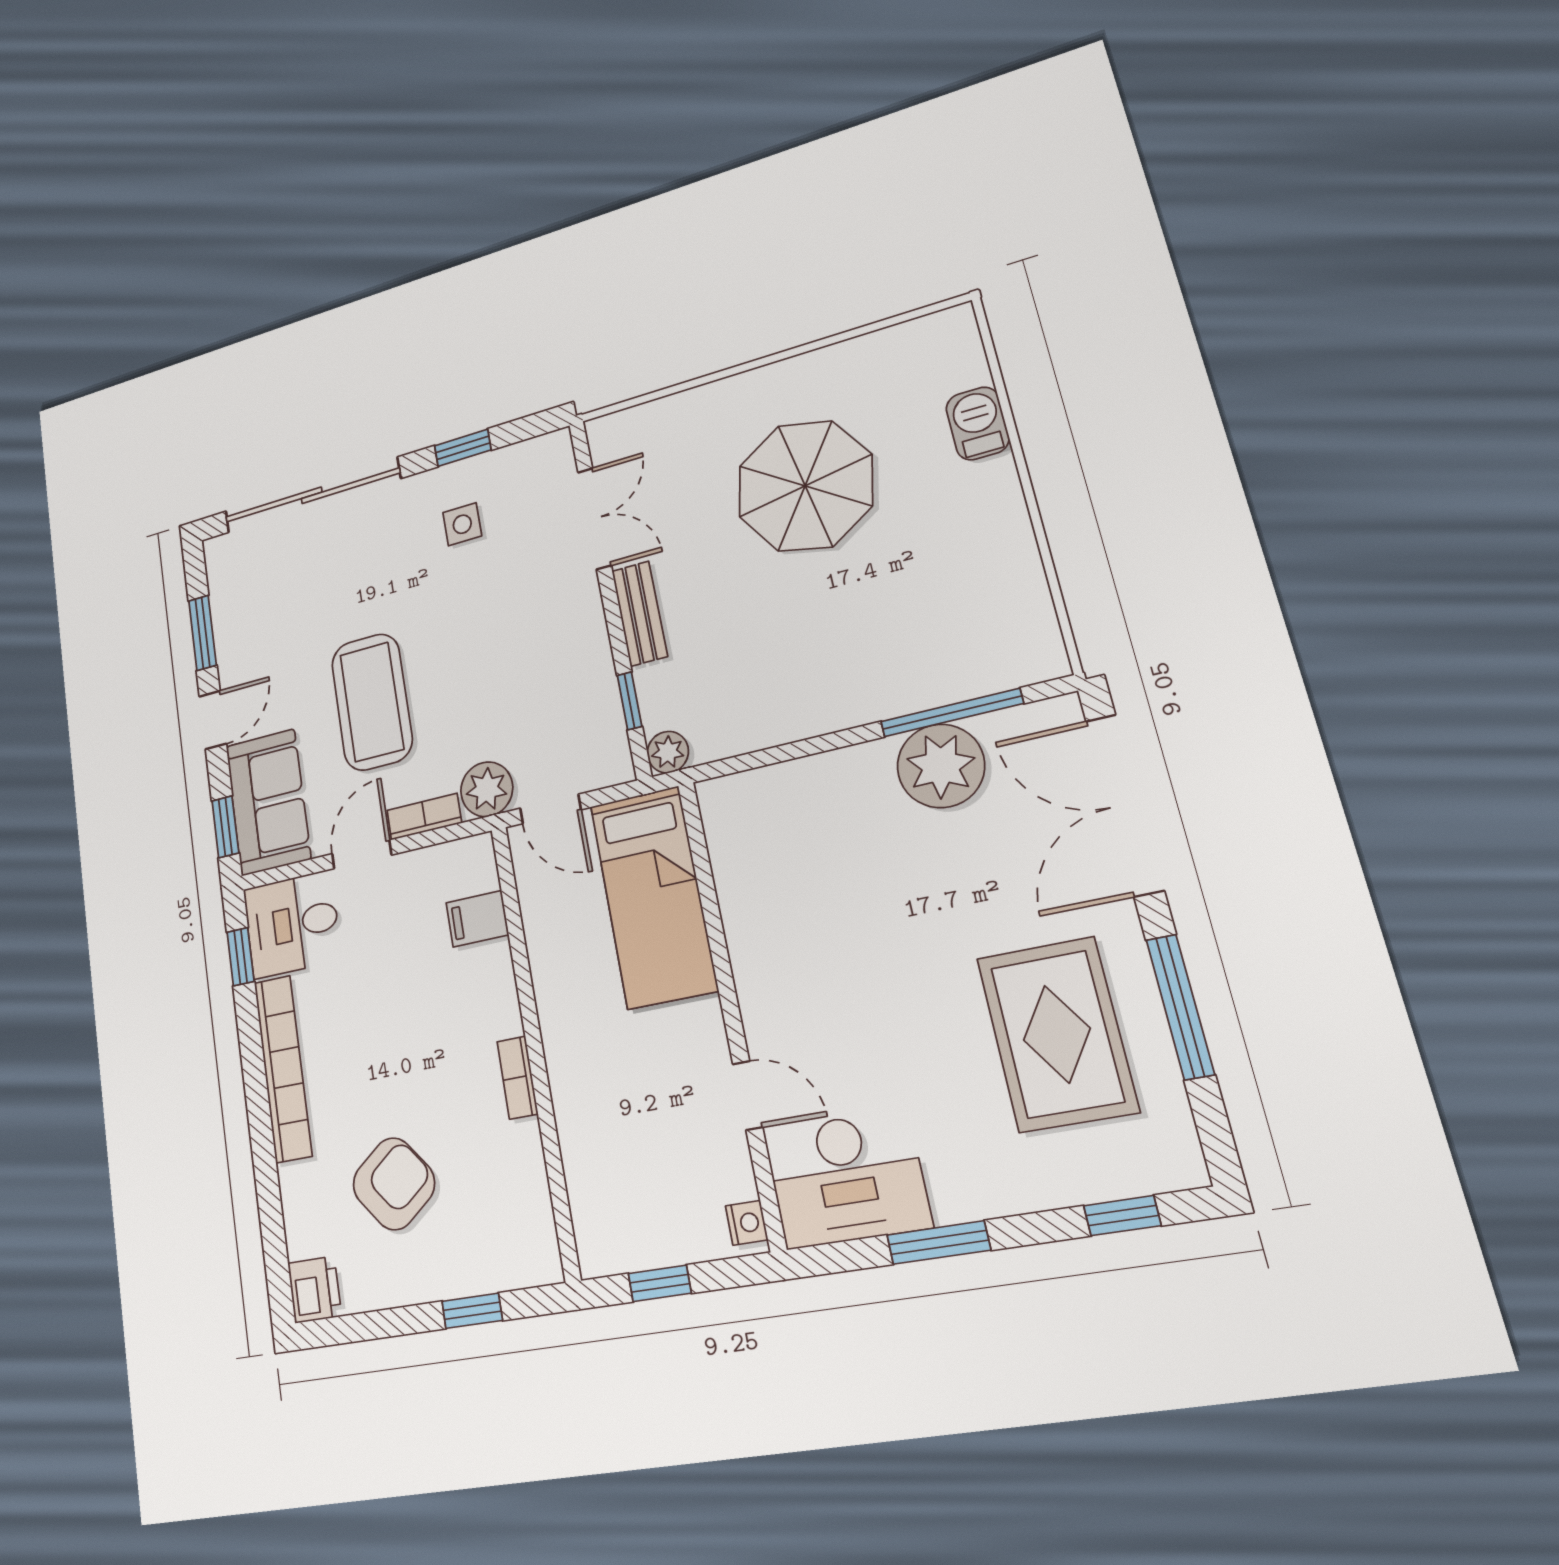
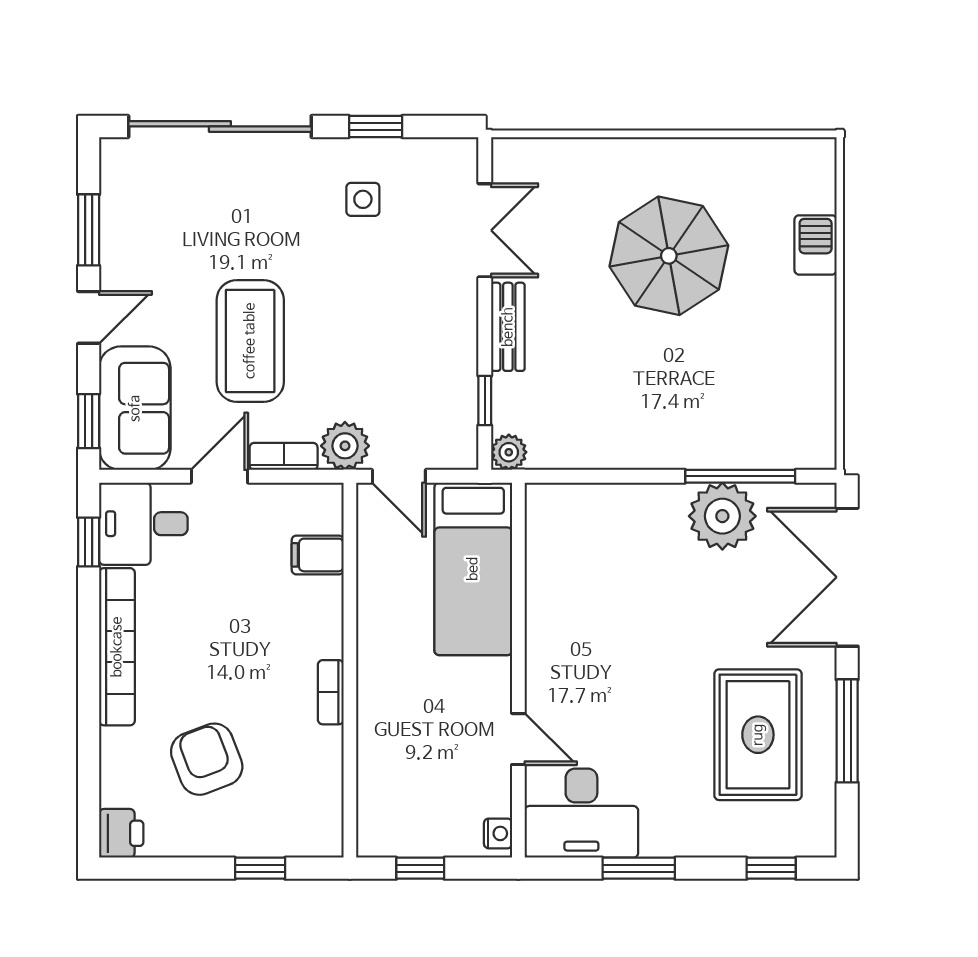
armchair: (394, 1184) -> (207, 759), turned -73

